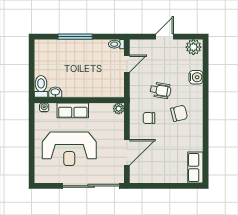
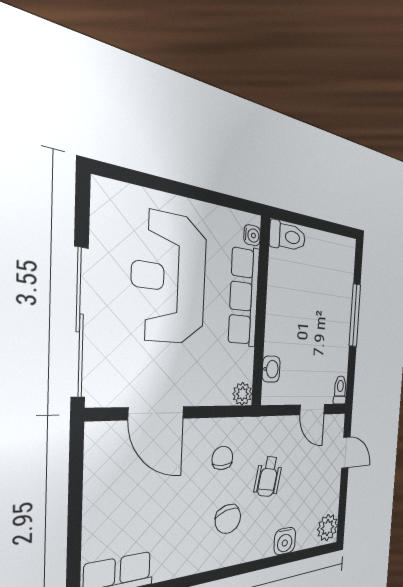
door: (165, 37) -> (346, 453), moved
washbasin: (55, 92) -> (271, 369), moved
row of seats: (73, 110) -> (244, 297), width x1.48

